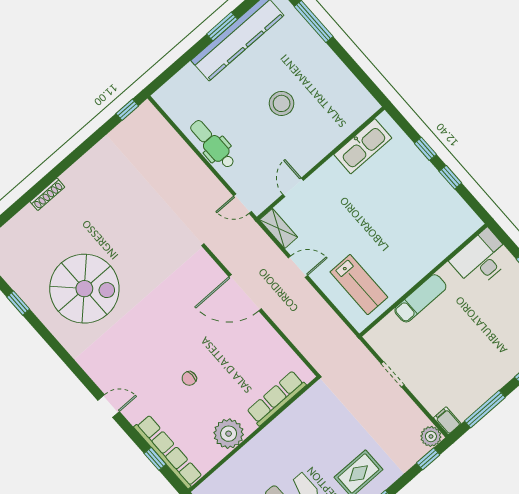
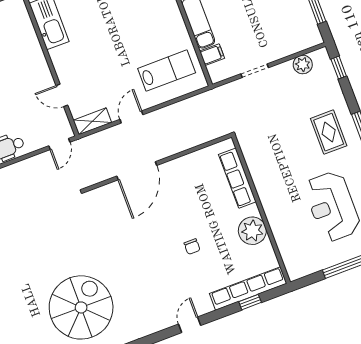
filing cabinet: (447, 421) -> (212, 55), moved, turned 180
plant: (431, 436) -> (303, 65), moved

